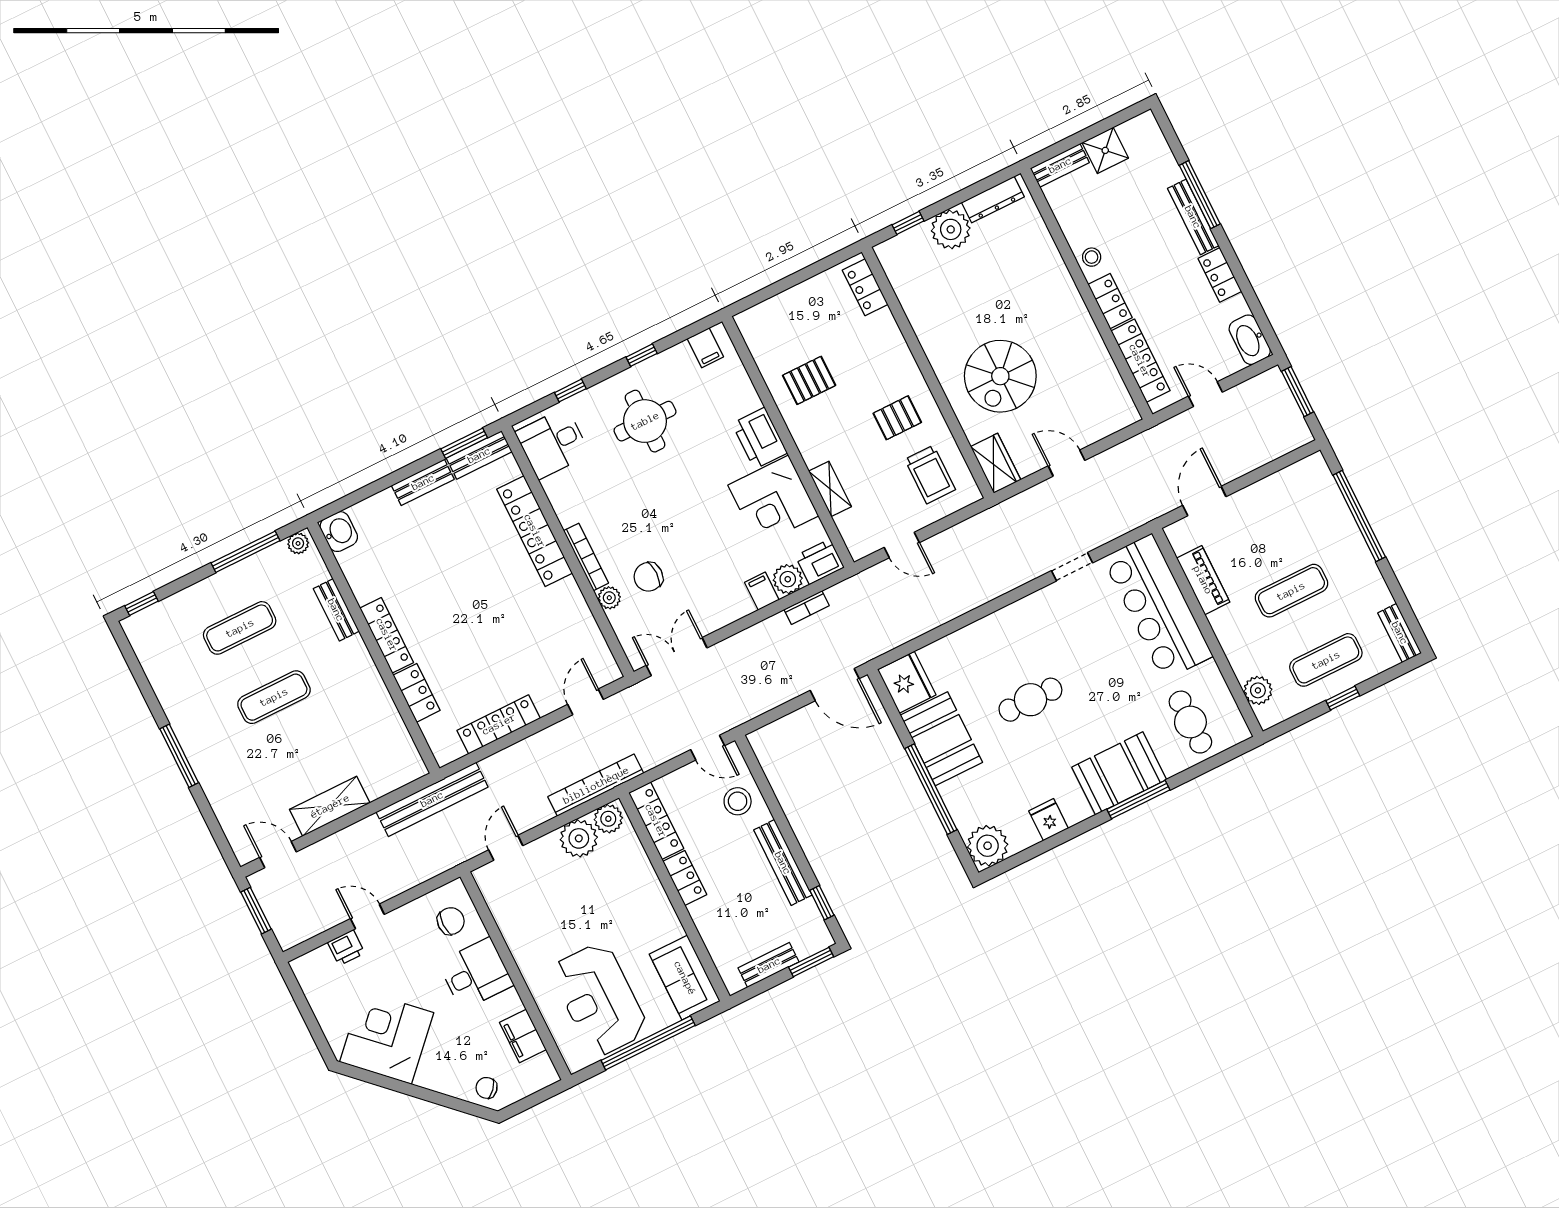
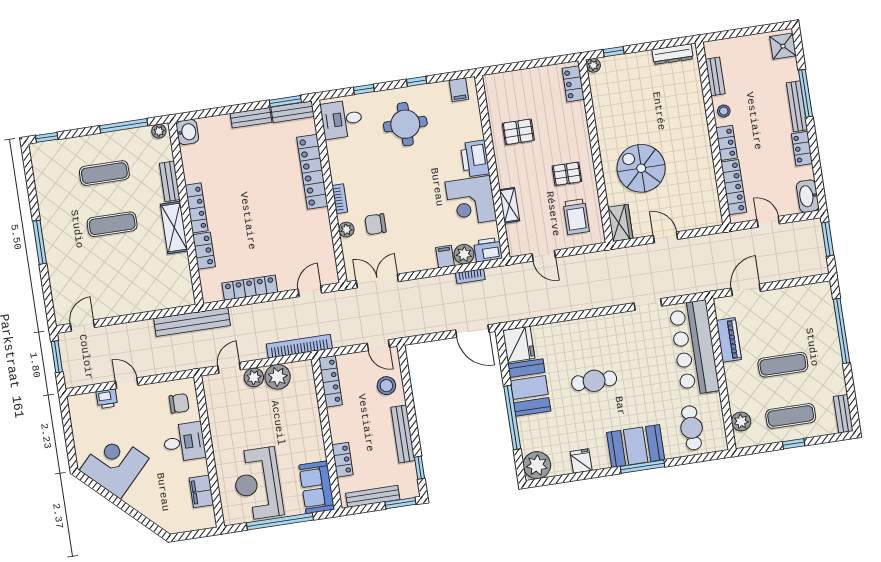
shower: (1105, 150) -> (783, 46), moved
bench: (1060, 165) -> (715, 76), moved, turned 90
plant: (951, 229) -> (593, 65), moved, width x0.53, depth x0.53
spiral stairs: (1000, 376) -> (641, 168), turned 90
bookcase: (586, 557) -> (340, 199), width x0.64
shelving: (330, 806) -> (174, 228), moved, turned 90
plant: (608, 819) -> (254, 377), moved
door: (278, 855) -> (82, 326), hinge flipped
locker: (685, 878) -> (343, 460), moved
bench: (769, 965) -> (373, 496), width x1.36
chair: (486, 1088) -> (168, 517), removed

